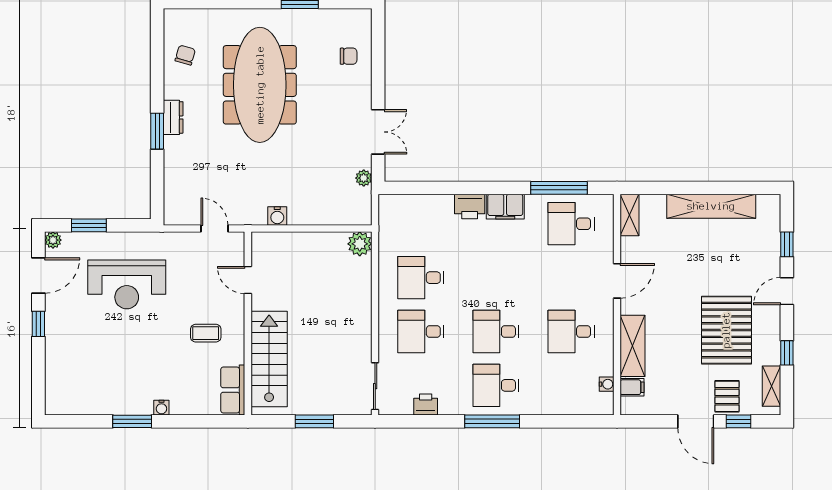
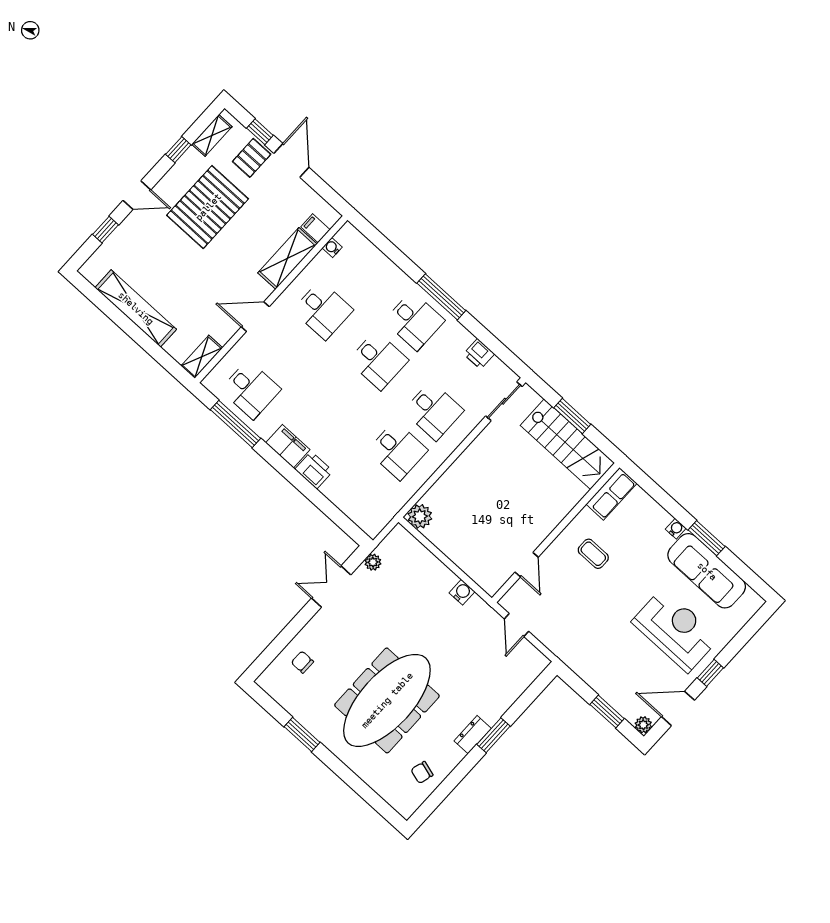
reception desk: (127, 284) -> (676, 630), moved
stairs: (269, 359) -> (567, 444), moved, turned -90
sofa: (110, 397) -> (707, 571), added

